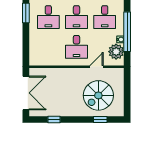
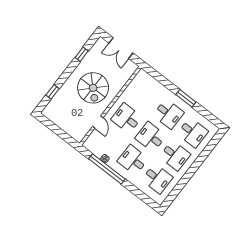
desk: (48, 17) -> (168, 114), turned 180
plant: (116, 52) -> (98, 148), removed
double door: (26, 93) -> (121, 48), width x0.73
spiral stairs: (98, 95) -> (93, 88), moved, turned 180

